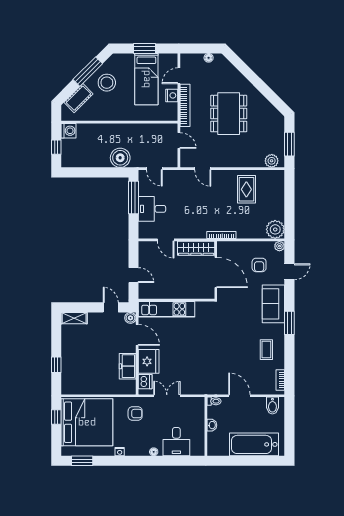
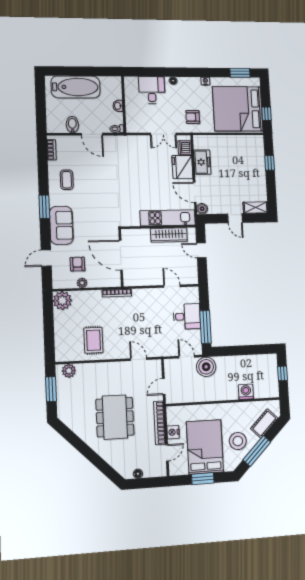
bed: (146, 79) -> (205, 447), width x1.50
washing machine: (69, 131) -> (246, 392), moved, turned 90
door: (179, 141) -> (164, 387), hinge flipped
boiler: (120, 158) -> (206, 367), moved
plant: (279, 246) -> (82, 283), moved
wardrobe: (196, 248) -> (169, 235), moved, turned 180
door: (111, 307) -> (235, 218), moved
bidet: (272, 406) -> (72, 125), moved

